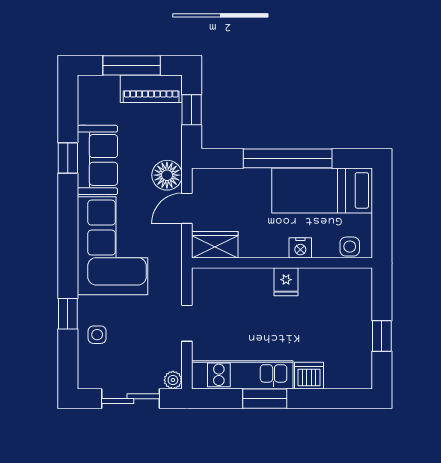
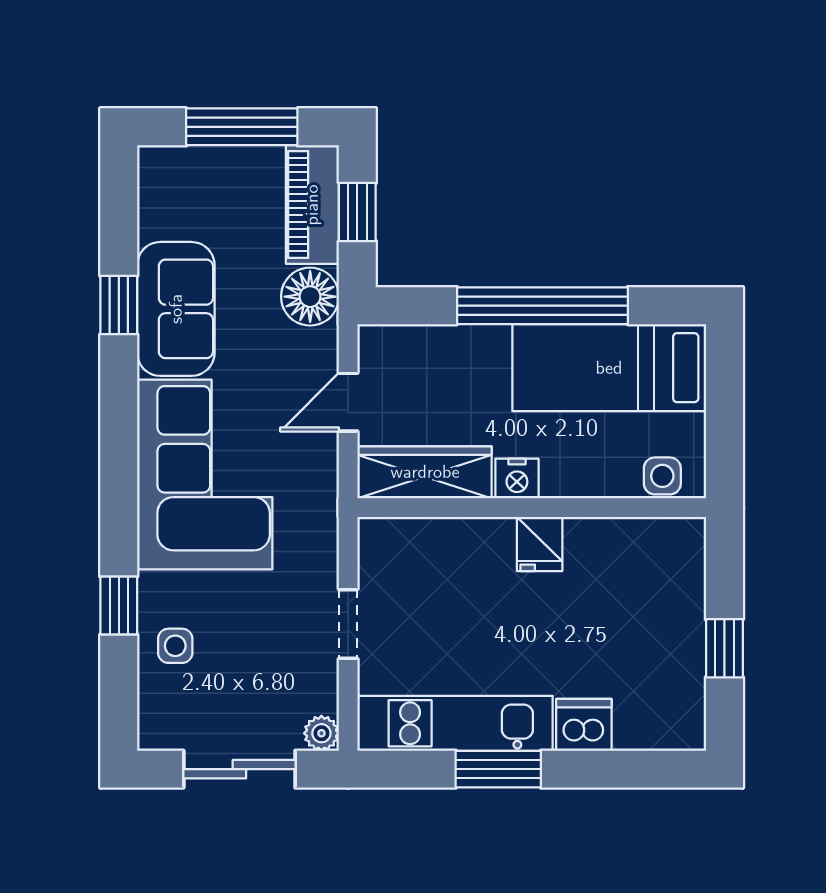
piano: (151, 89) -> (312, 205), moved, turned 90
floor lamp: (167, 175) -> (310, 297), moved
wardrobe: (215, 245) -> (425, 472), width x1.50
nightstand: (300, 248) -> (517, 479), moved

